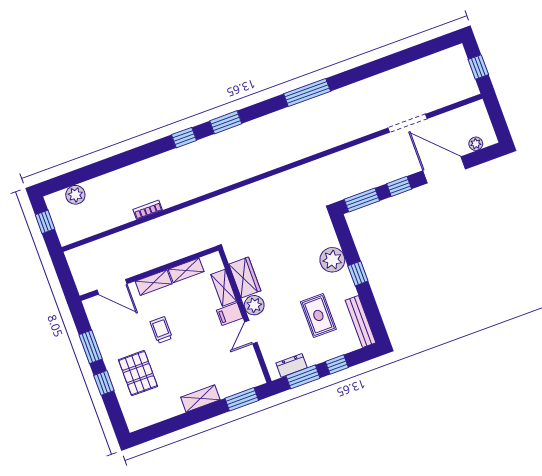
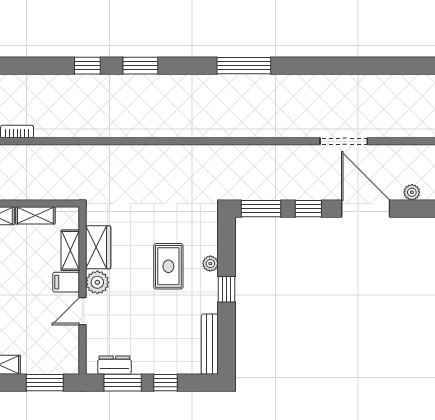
plant: (332, 260) -> (210, 264), width x0.53, depth x0.53
rug: (318, 315) -> (168, 266), moved

